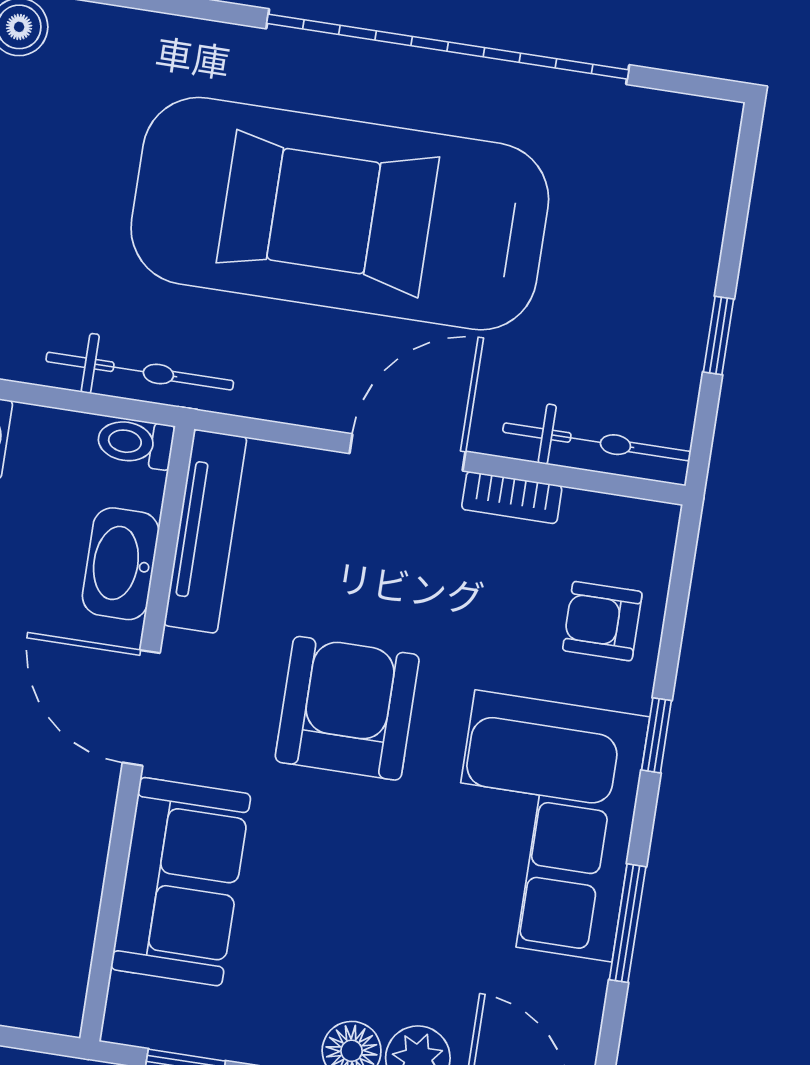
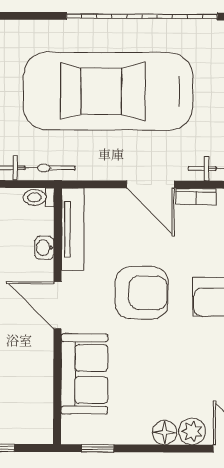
door: (408, 452) -> (150, 185), swing flipped
washbasin: (121, 564) -> (44, 248), width x0.52, depth x0.69
armchair: (347, 708) -> (142, 293), turned 90

